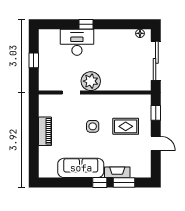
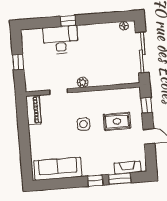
plant: (91, 81) -> (83, 82), width x0.53, depth x0.53
piano: (45, 131) -> (33, 110), moved
sofa: (81, 168) -> (58, 169), moved
fireplace: (117, 172) -> (128, 168), moved

